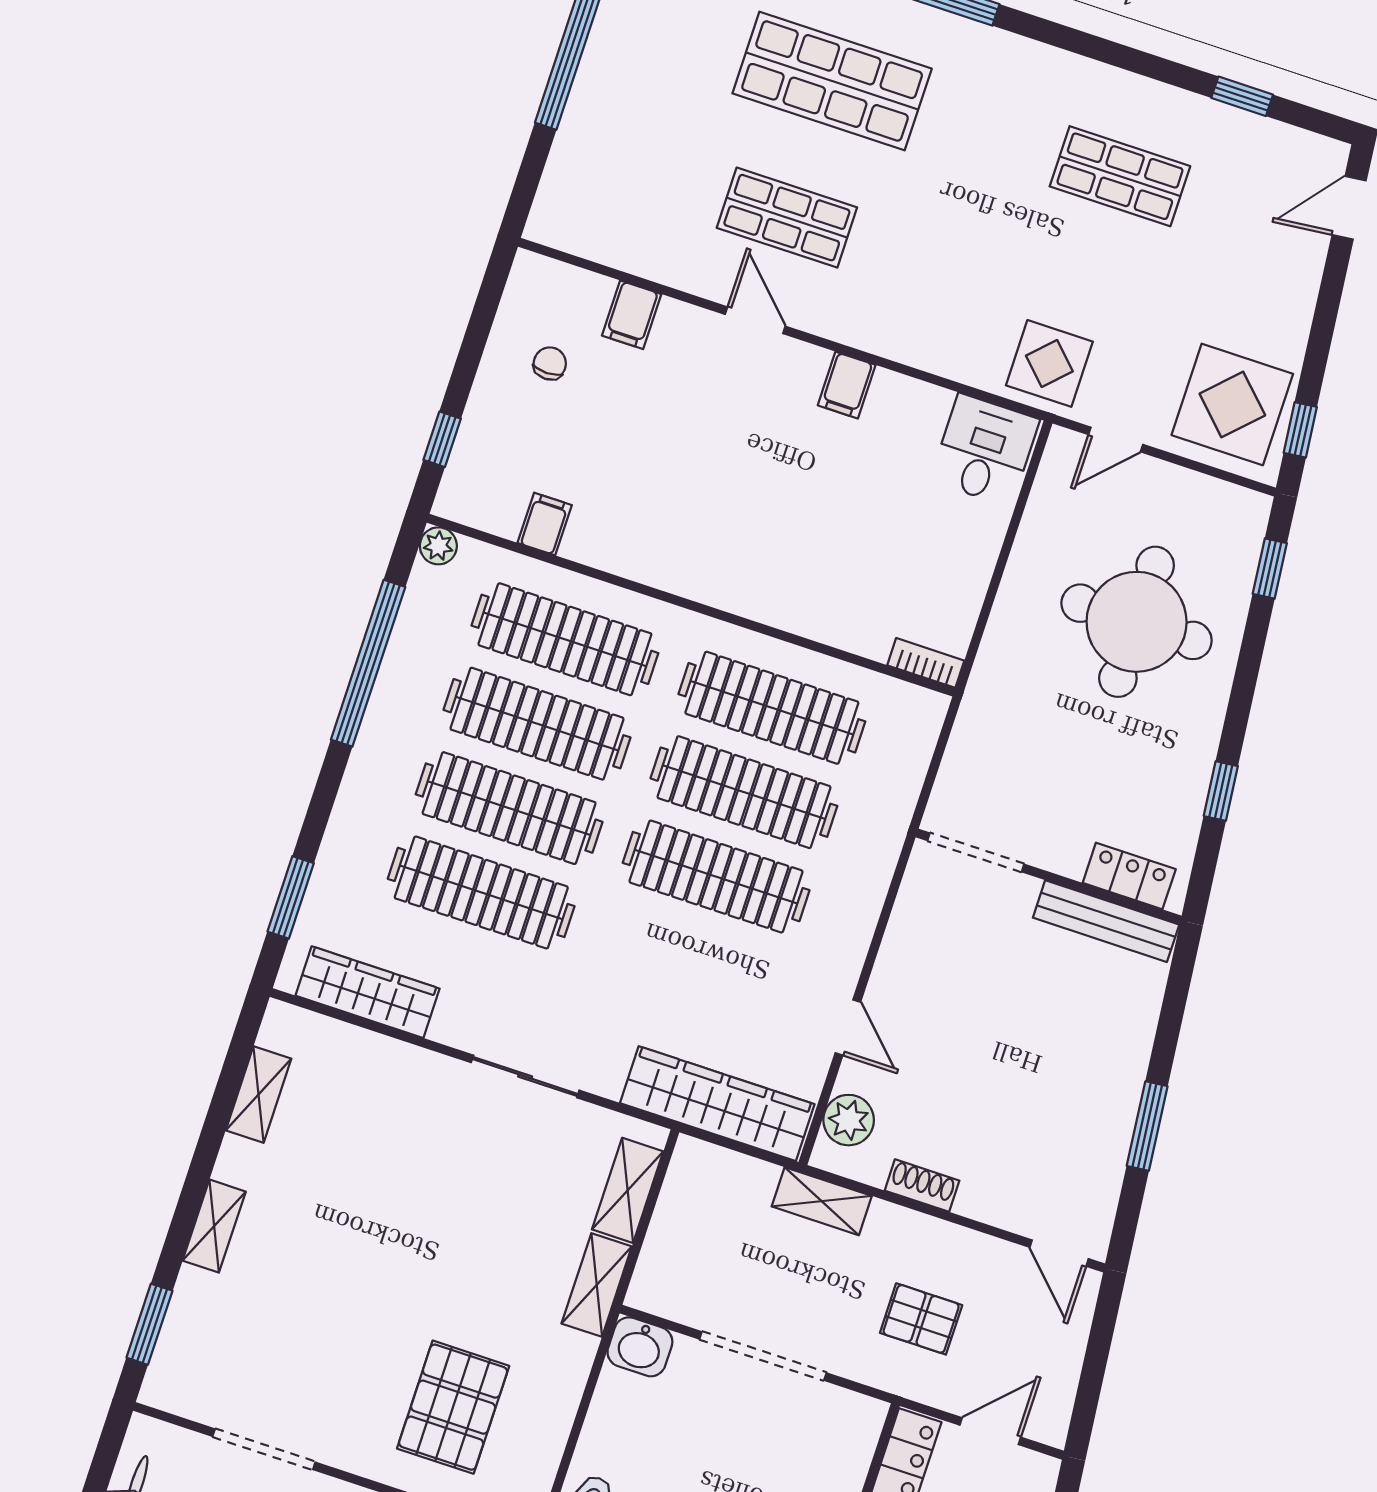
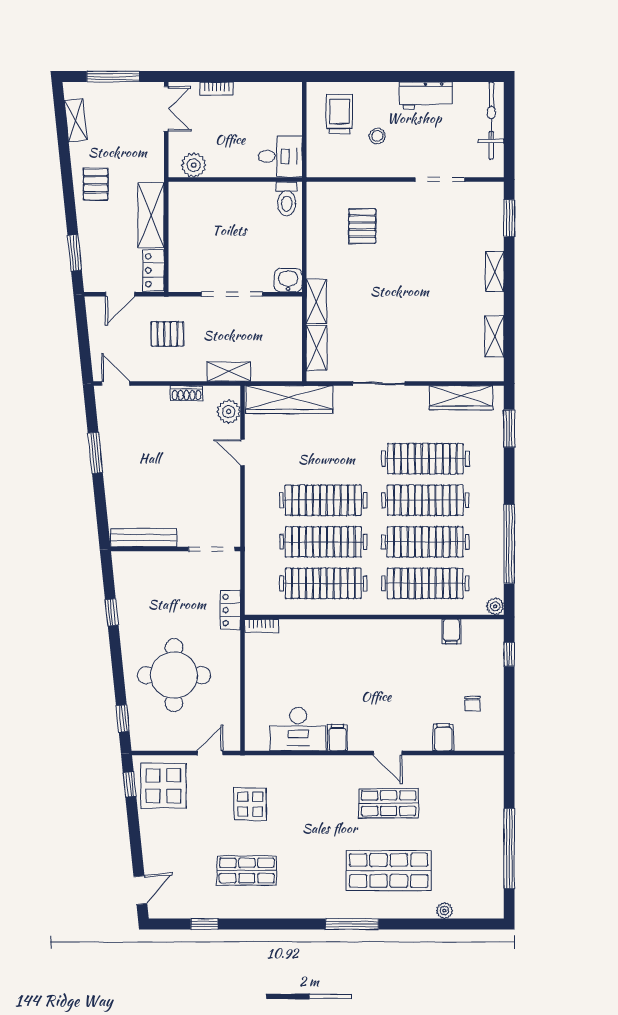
display table: (1049, 363) -> (250, 804), moved
desk: (985, 450) -> (298, 729), moved, width x1.37
locker: (1129, 876) -> (231, 610), moved, turned 90
pallet: (453, 1407) -> (362, 226), width x0.67, depth x0.71

